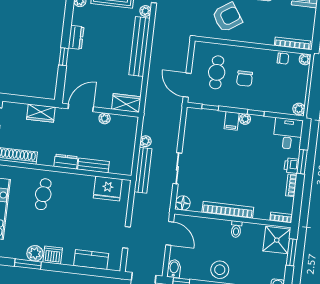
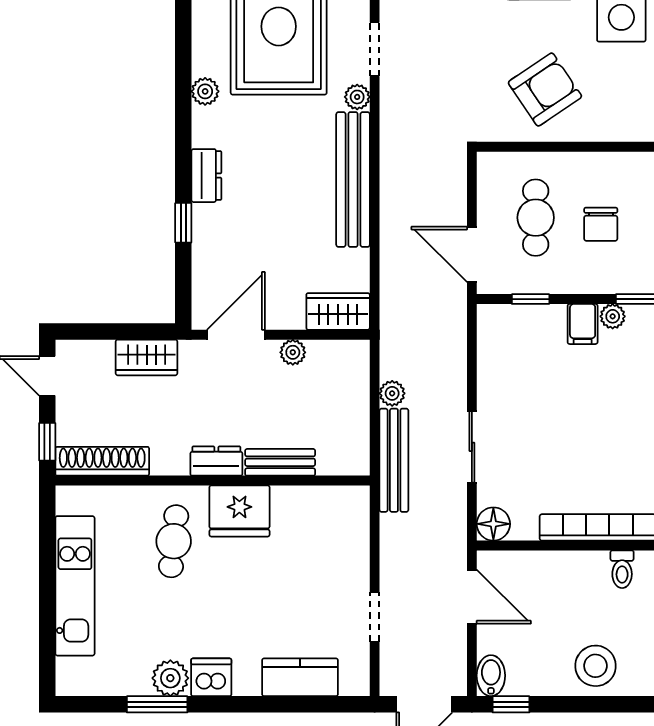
fridge: (108, 188) -> (239, 511), moved

